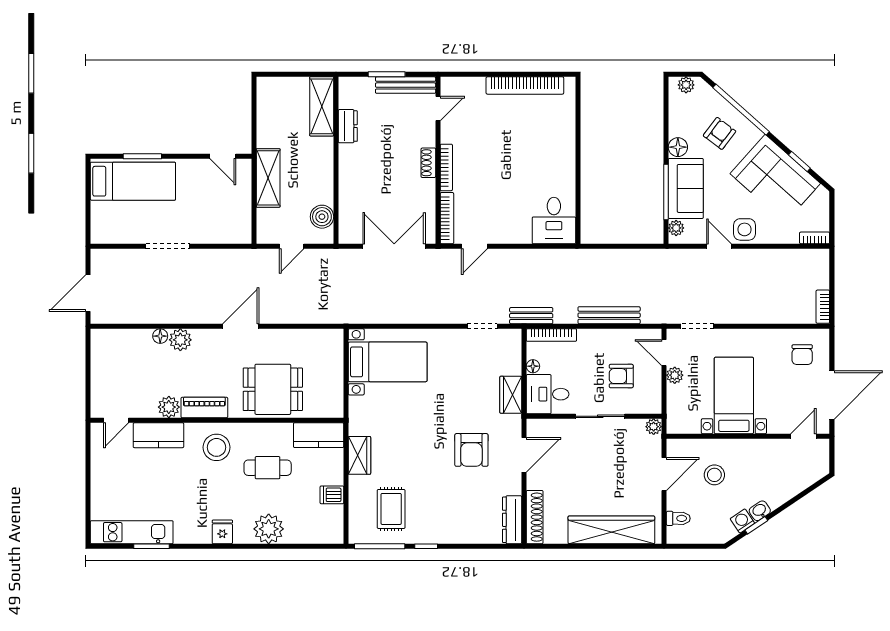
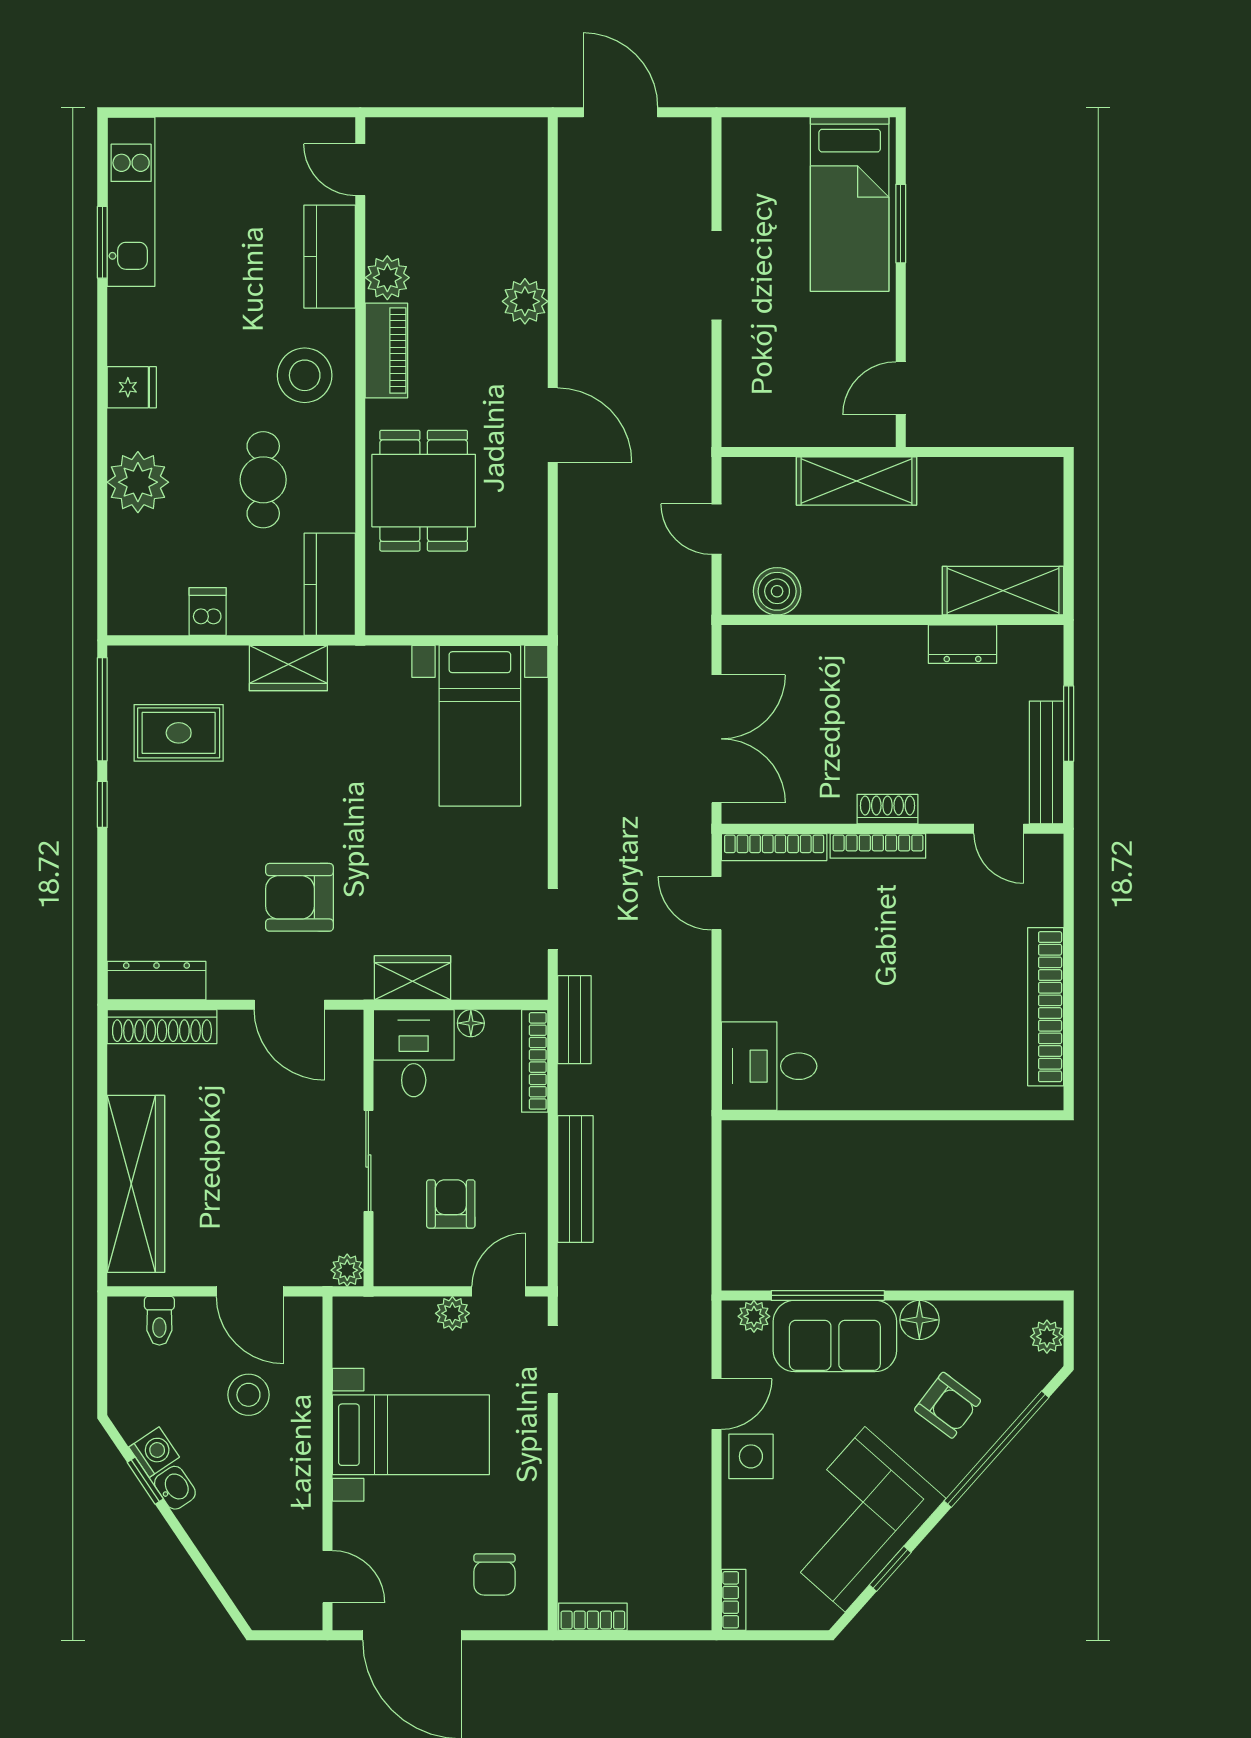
floor lamp: (160, 336) -> (533, 260), removed
chair: (802, 355) -> (494, 1575), turned -90

